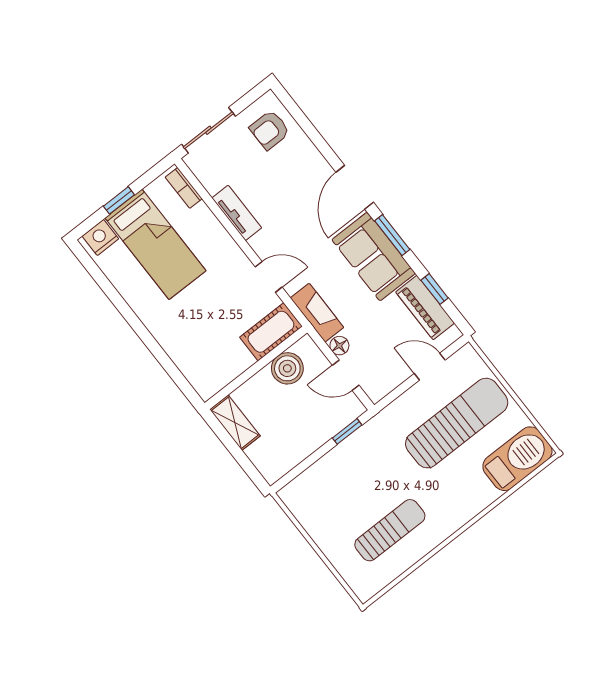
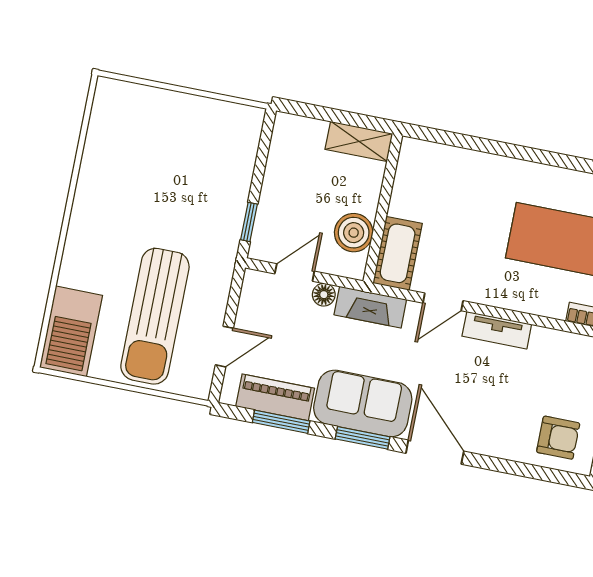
armchair: (270, 130) -> (558, 438), turned 90
tv unit: (237, 213) -> (497, 330), moved
window: (435, 289) -> (281, 422), width x1.50
sun lounger: (390, 530) -> (132, 165), removed

